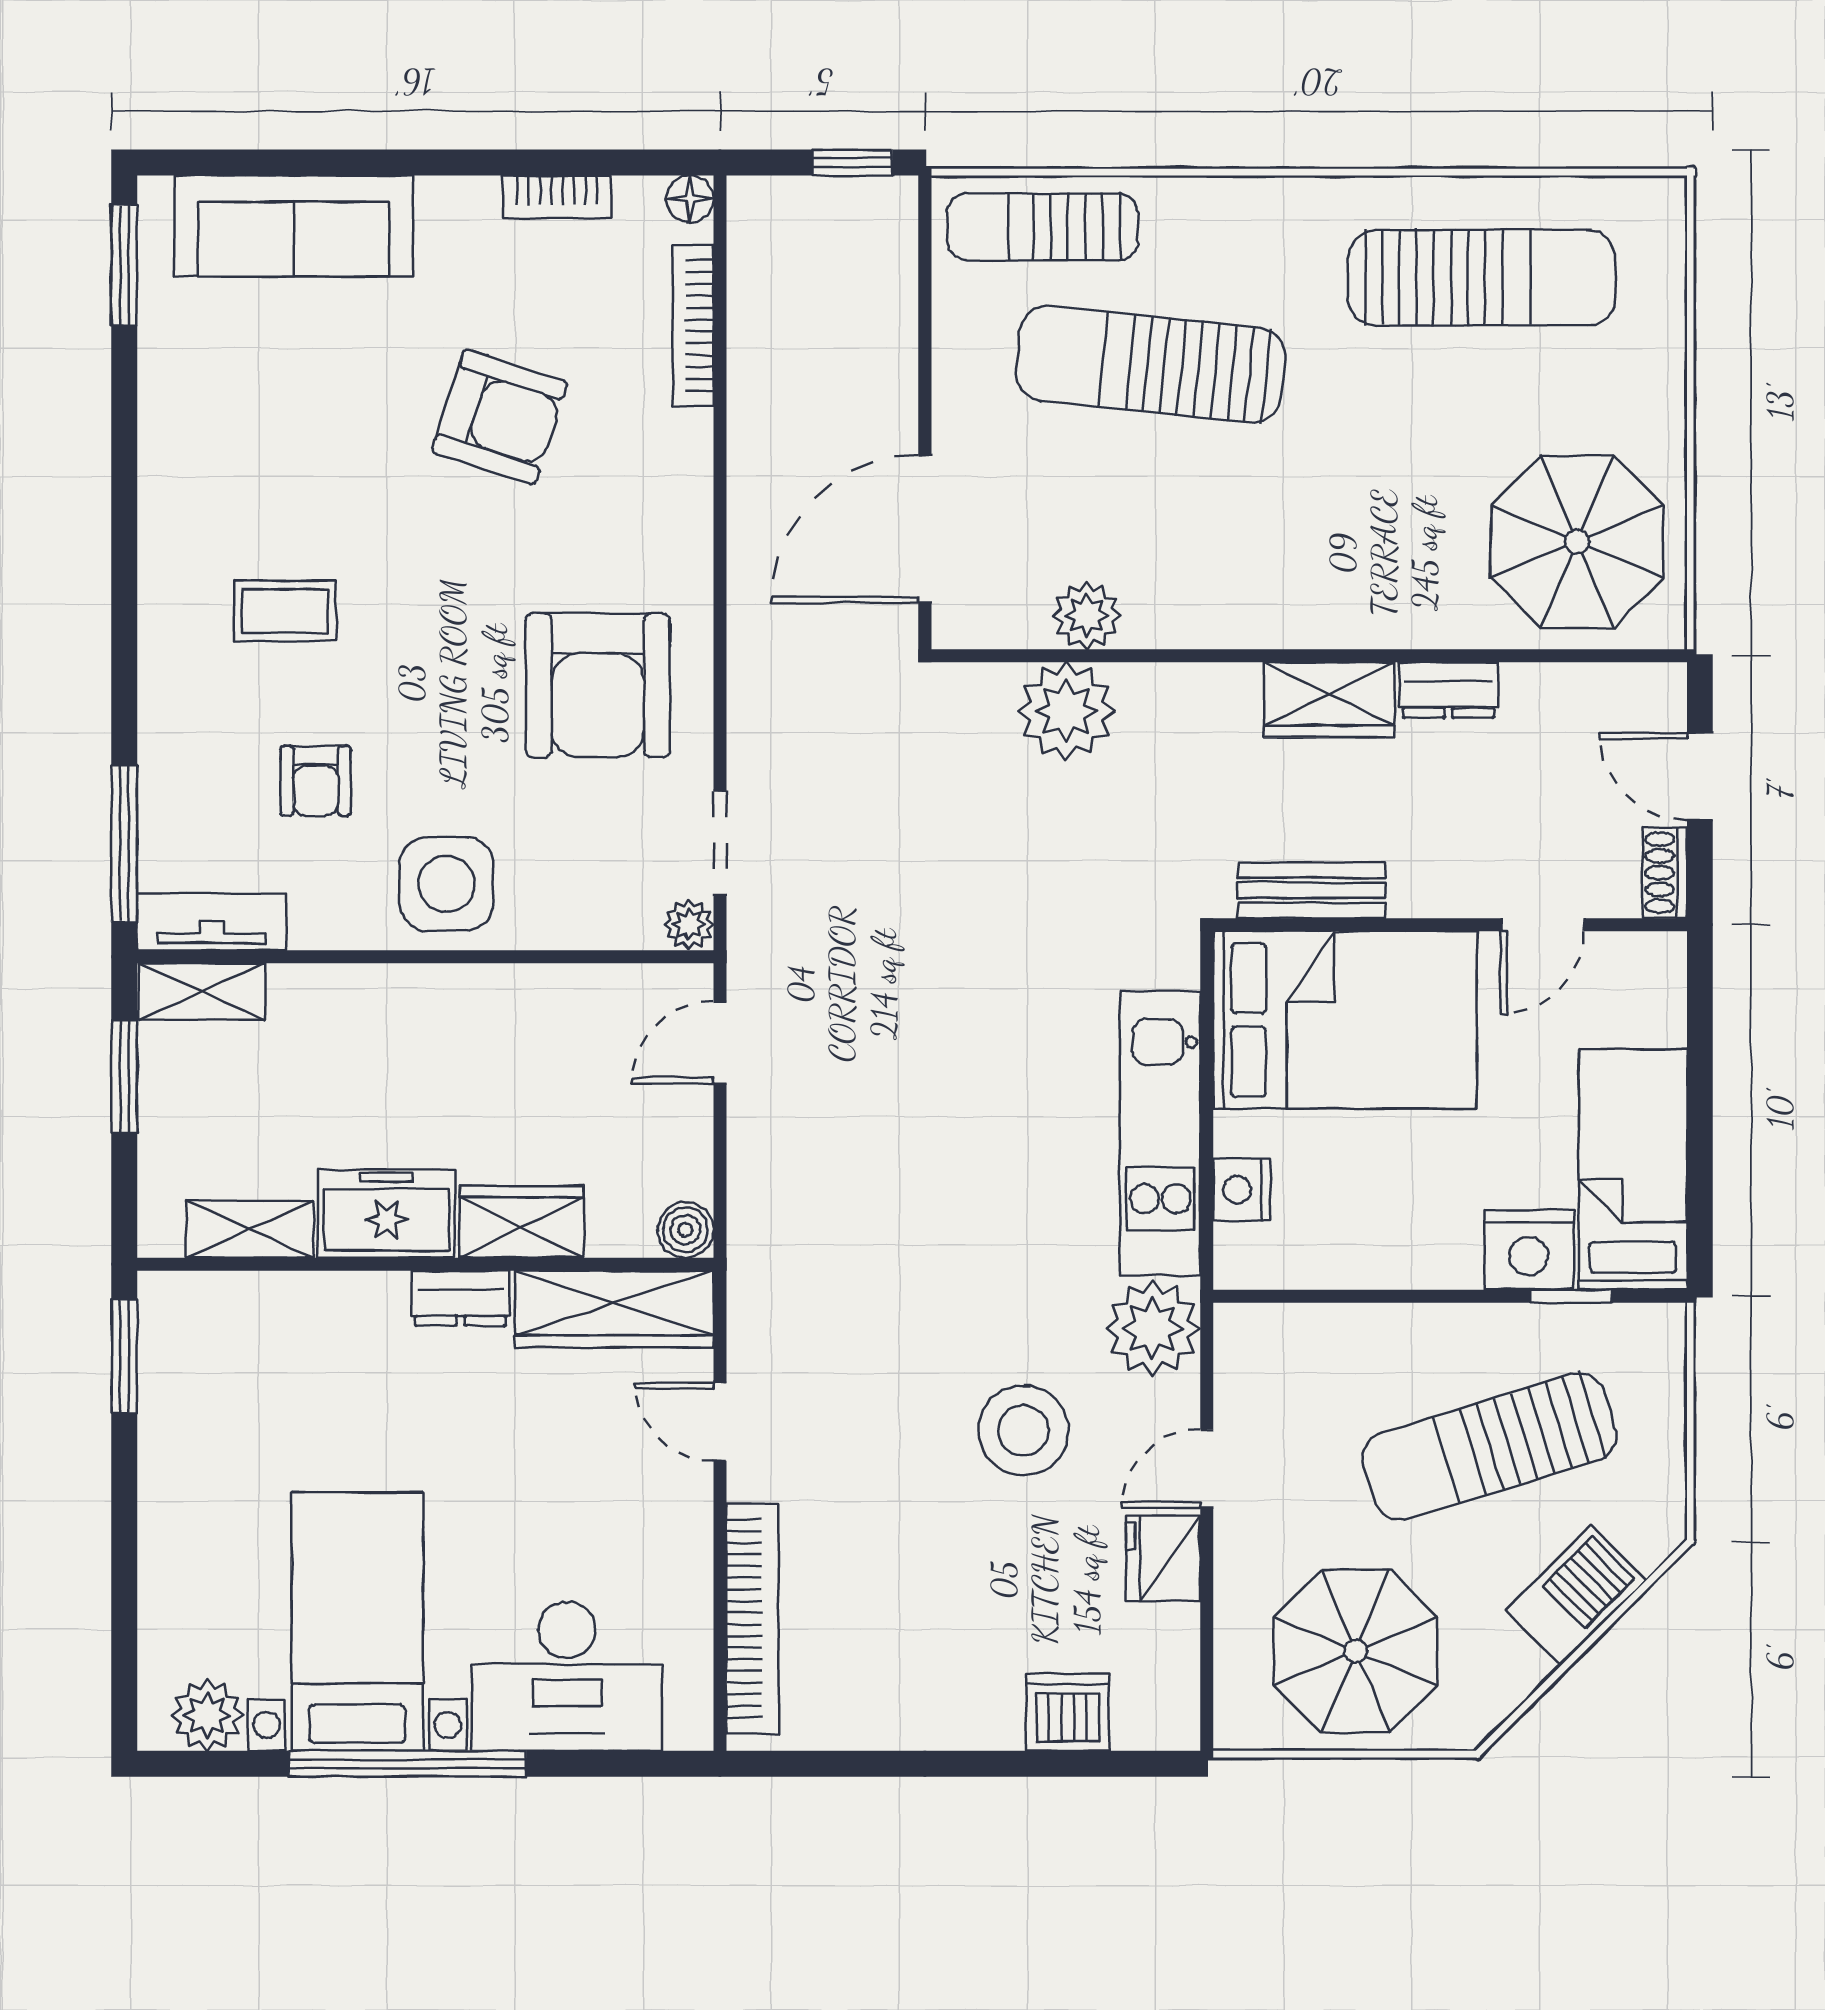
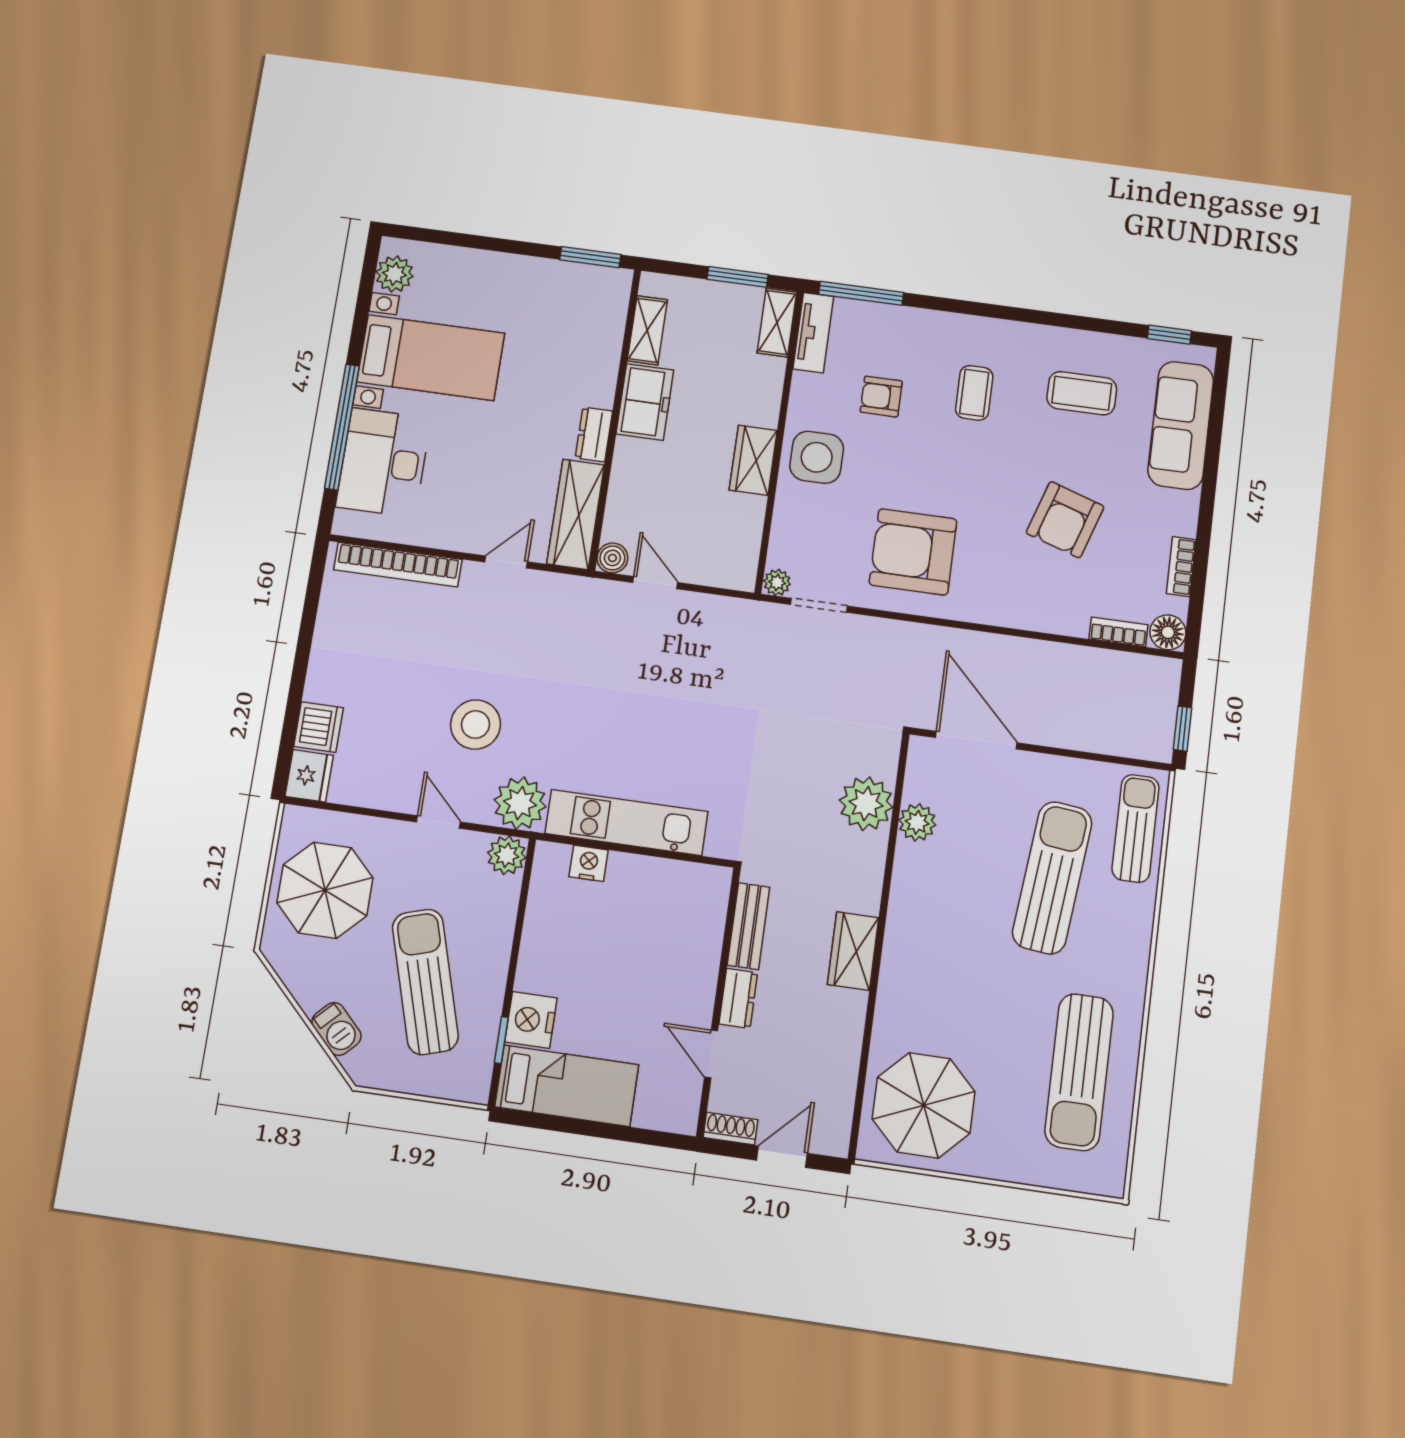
floor lamp: (690, 199) -> (1168, 632), width x1.37, depth x1.37
window: (124, 265) -> (1169, 335), width x0.67
bookcase: (693, 326) -> (1118, 632), width x0.64
coffee table: (258, 414) -> (1082, 393), added
dresser: (1448, 690) -> (738, 998), moved, turned 180
bed: (1345, 1020) -> (674, 934), removed
door: (720, 1042) -> (655, 583), moved
wardrobe: (522, 1222) -> (753, 460), moved, turned 180
plant: (1248, 1338) -> (507, 855), added
fridge: (1163, 1558) -> (309, 776), moved, turned 90
barbecue: (1576, 1595) -> (336, 1029), width x0.73, depth x0.79
window: (407, 1764) -> (342, 427), moved

